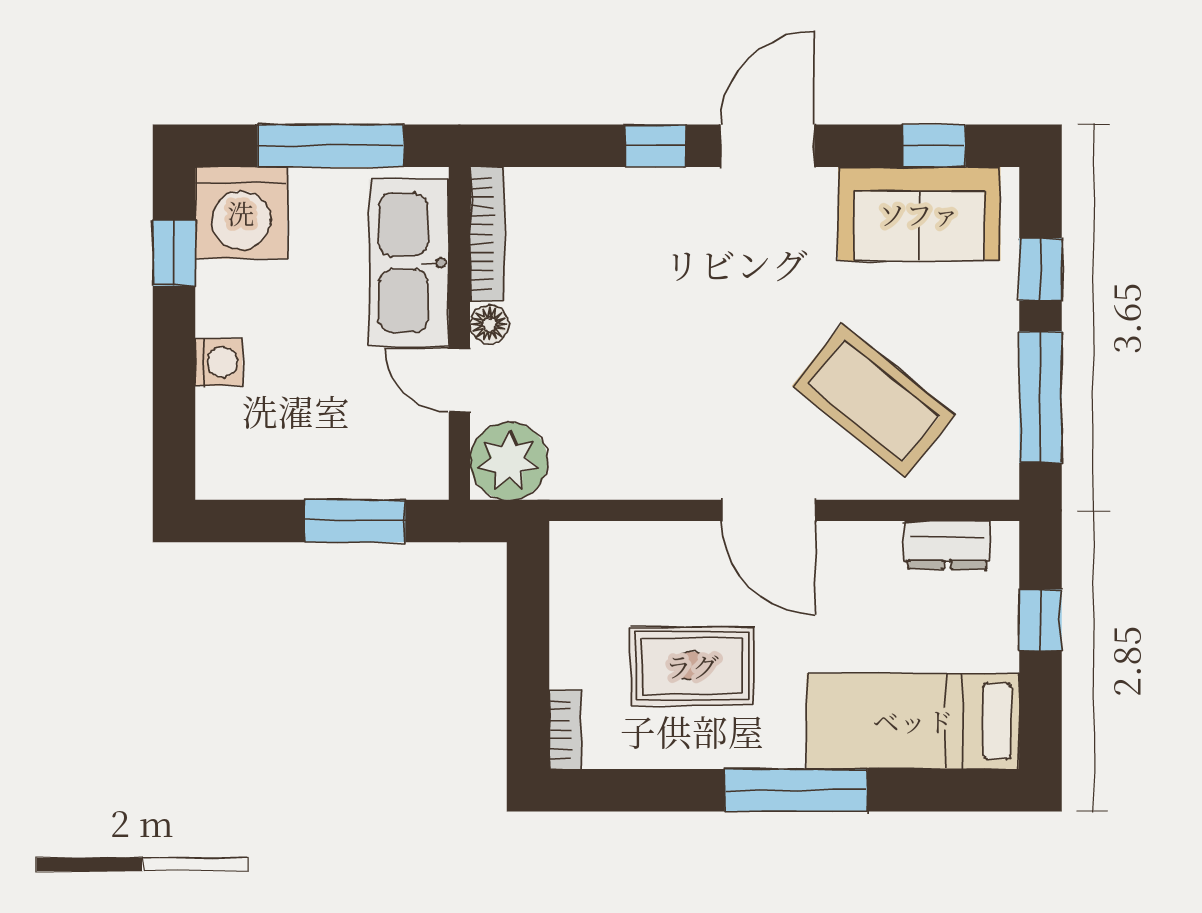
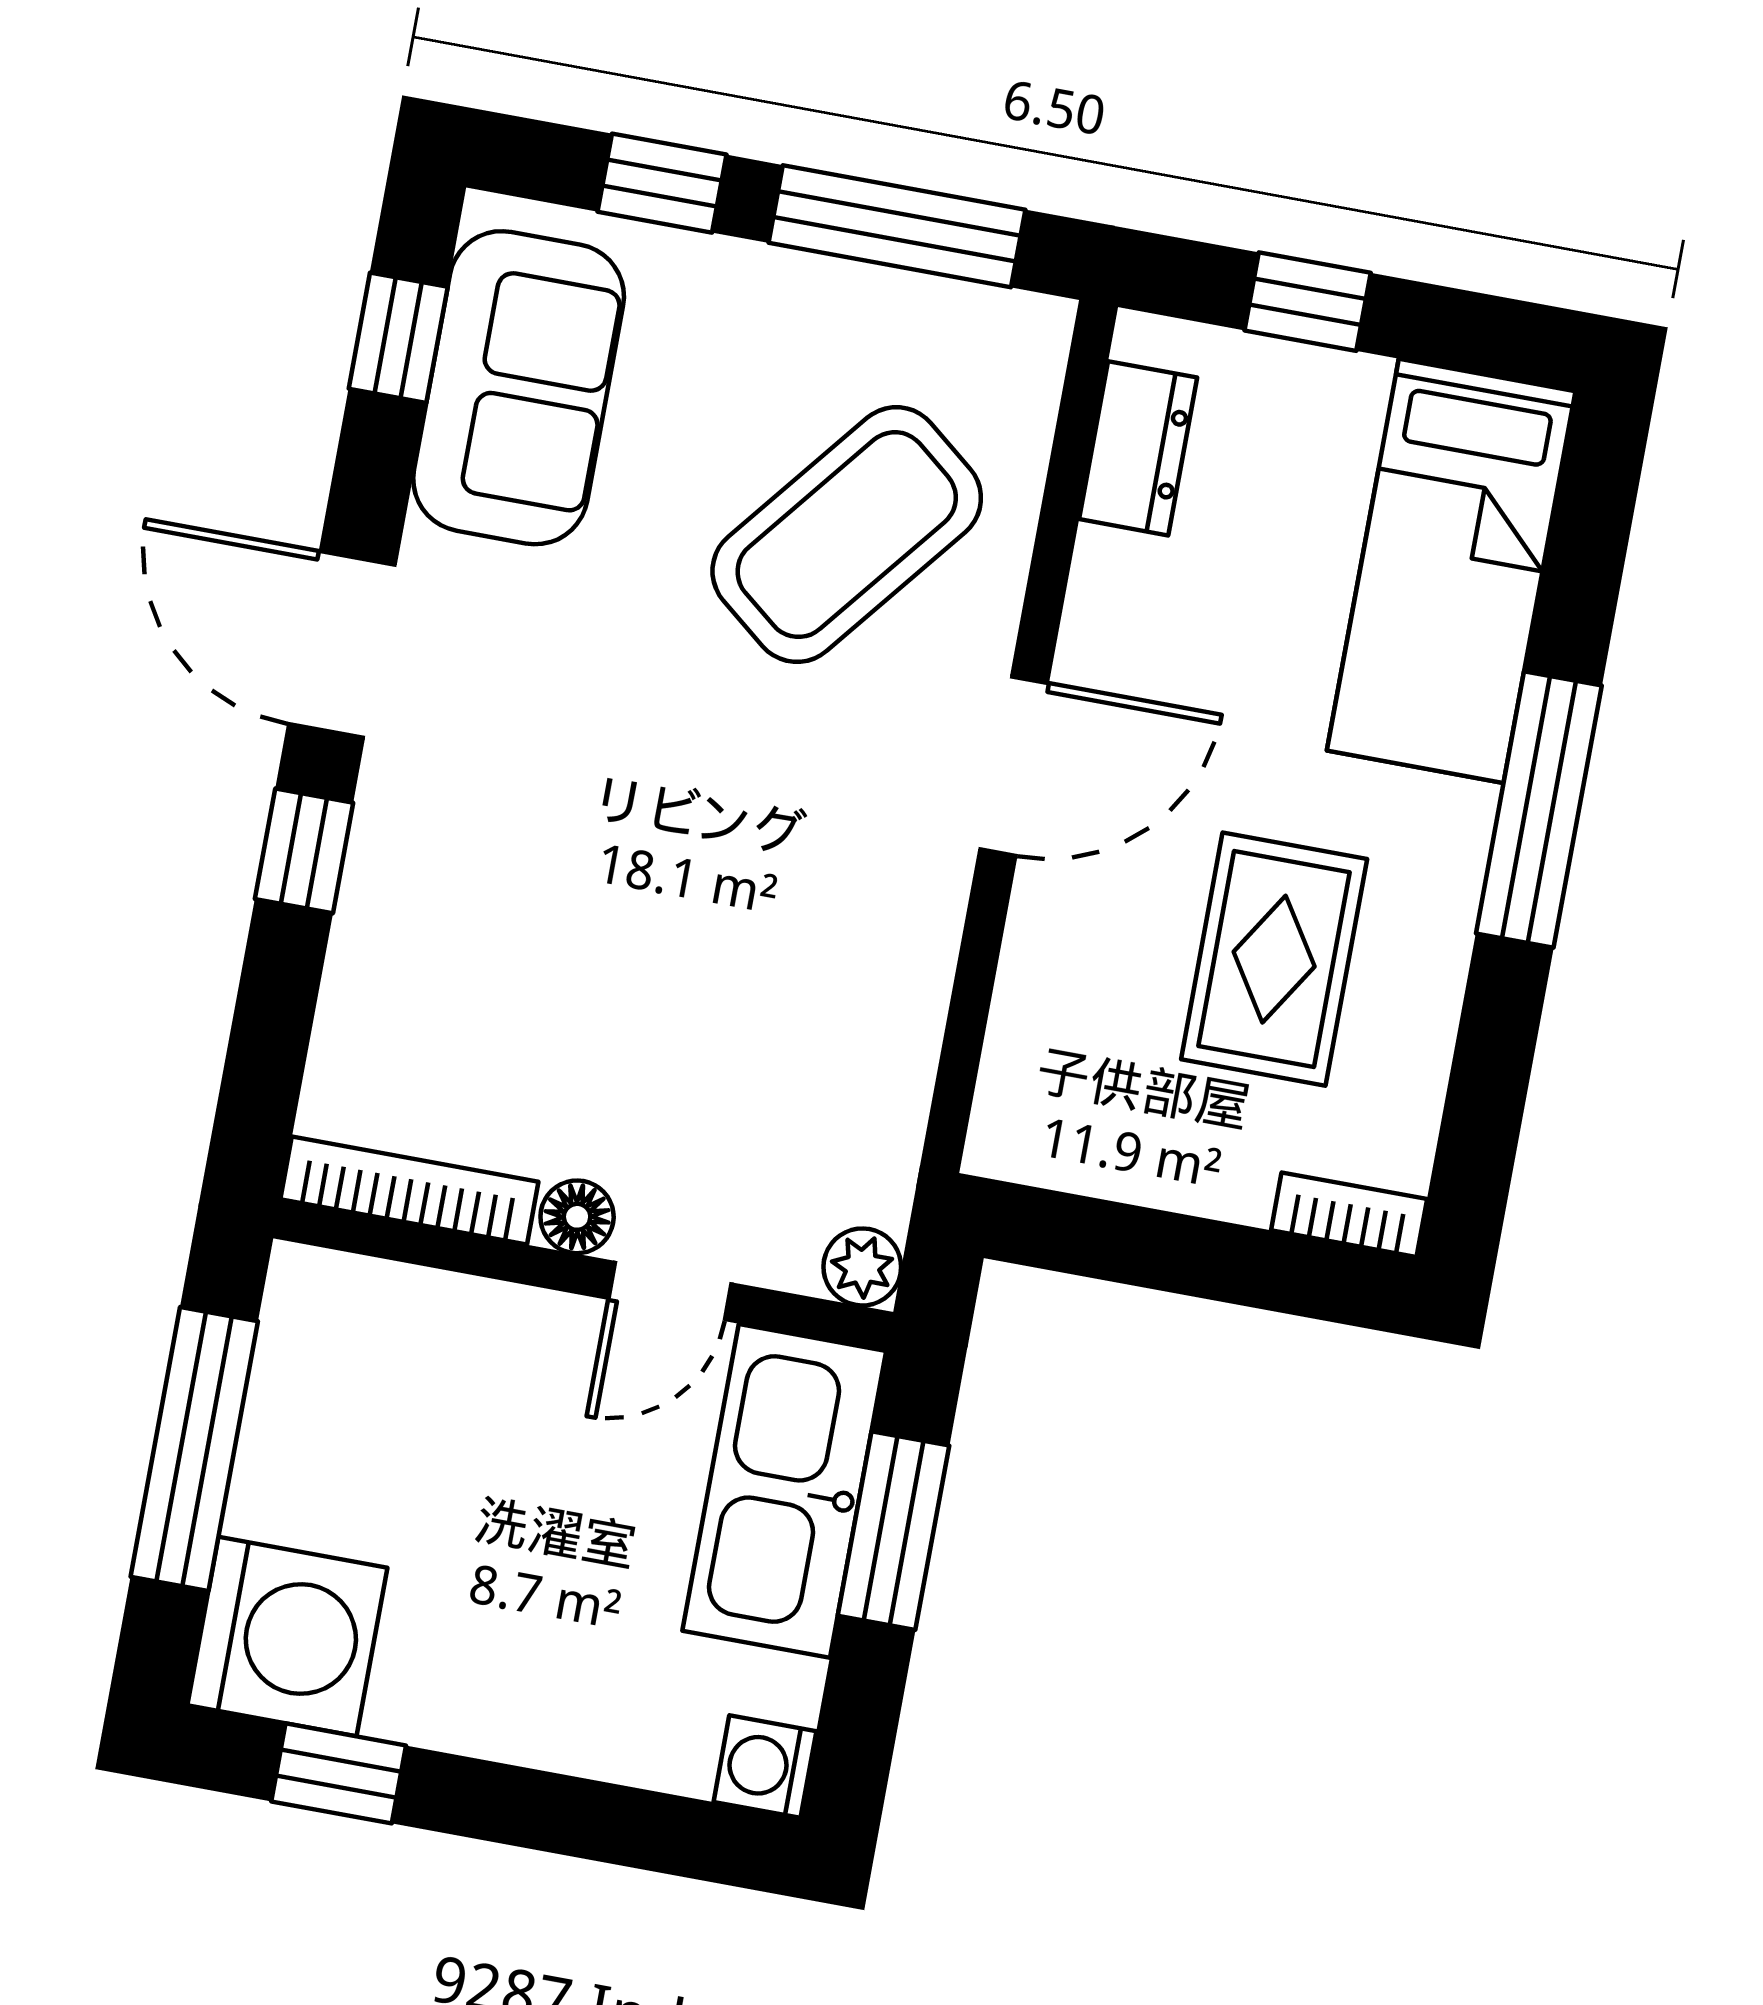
kitchen sink: (409, 263) -> (784, 1491), moved, turned 90
washing machine: (219, 362) -> (765, 1767), moved, turned -90
plant: (509, 461) -> (862, 1267), width x0.53, depth x0.53

